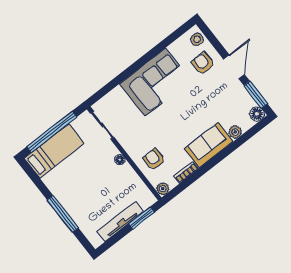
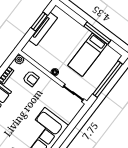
bed: (54, 151) -> (87, 55), moved
window: (63, 214) -> (97, 33), moved
window: (141, 218) -> (39, 22), moved

